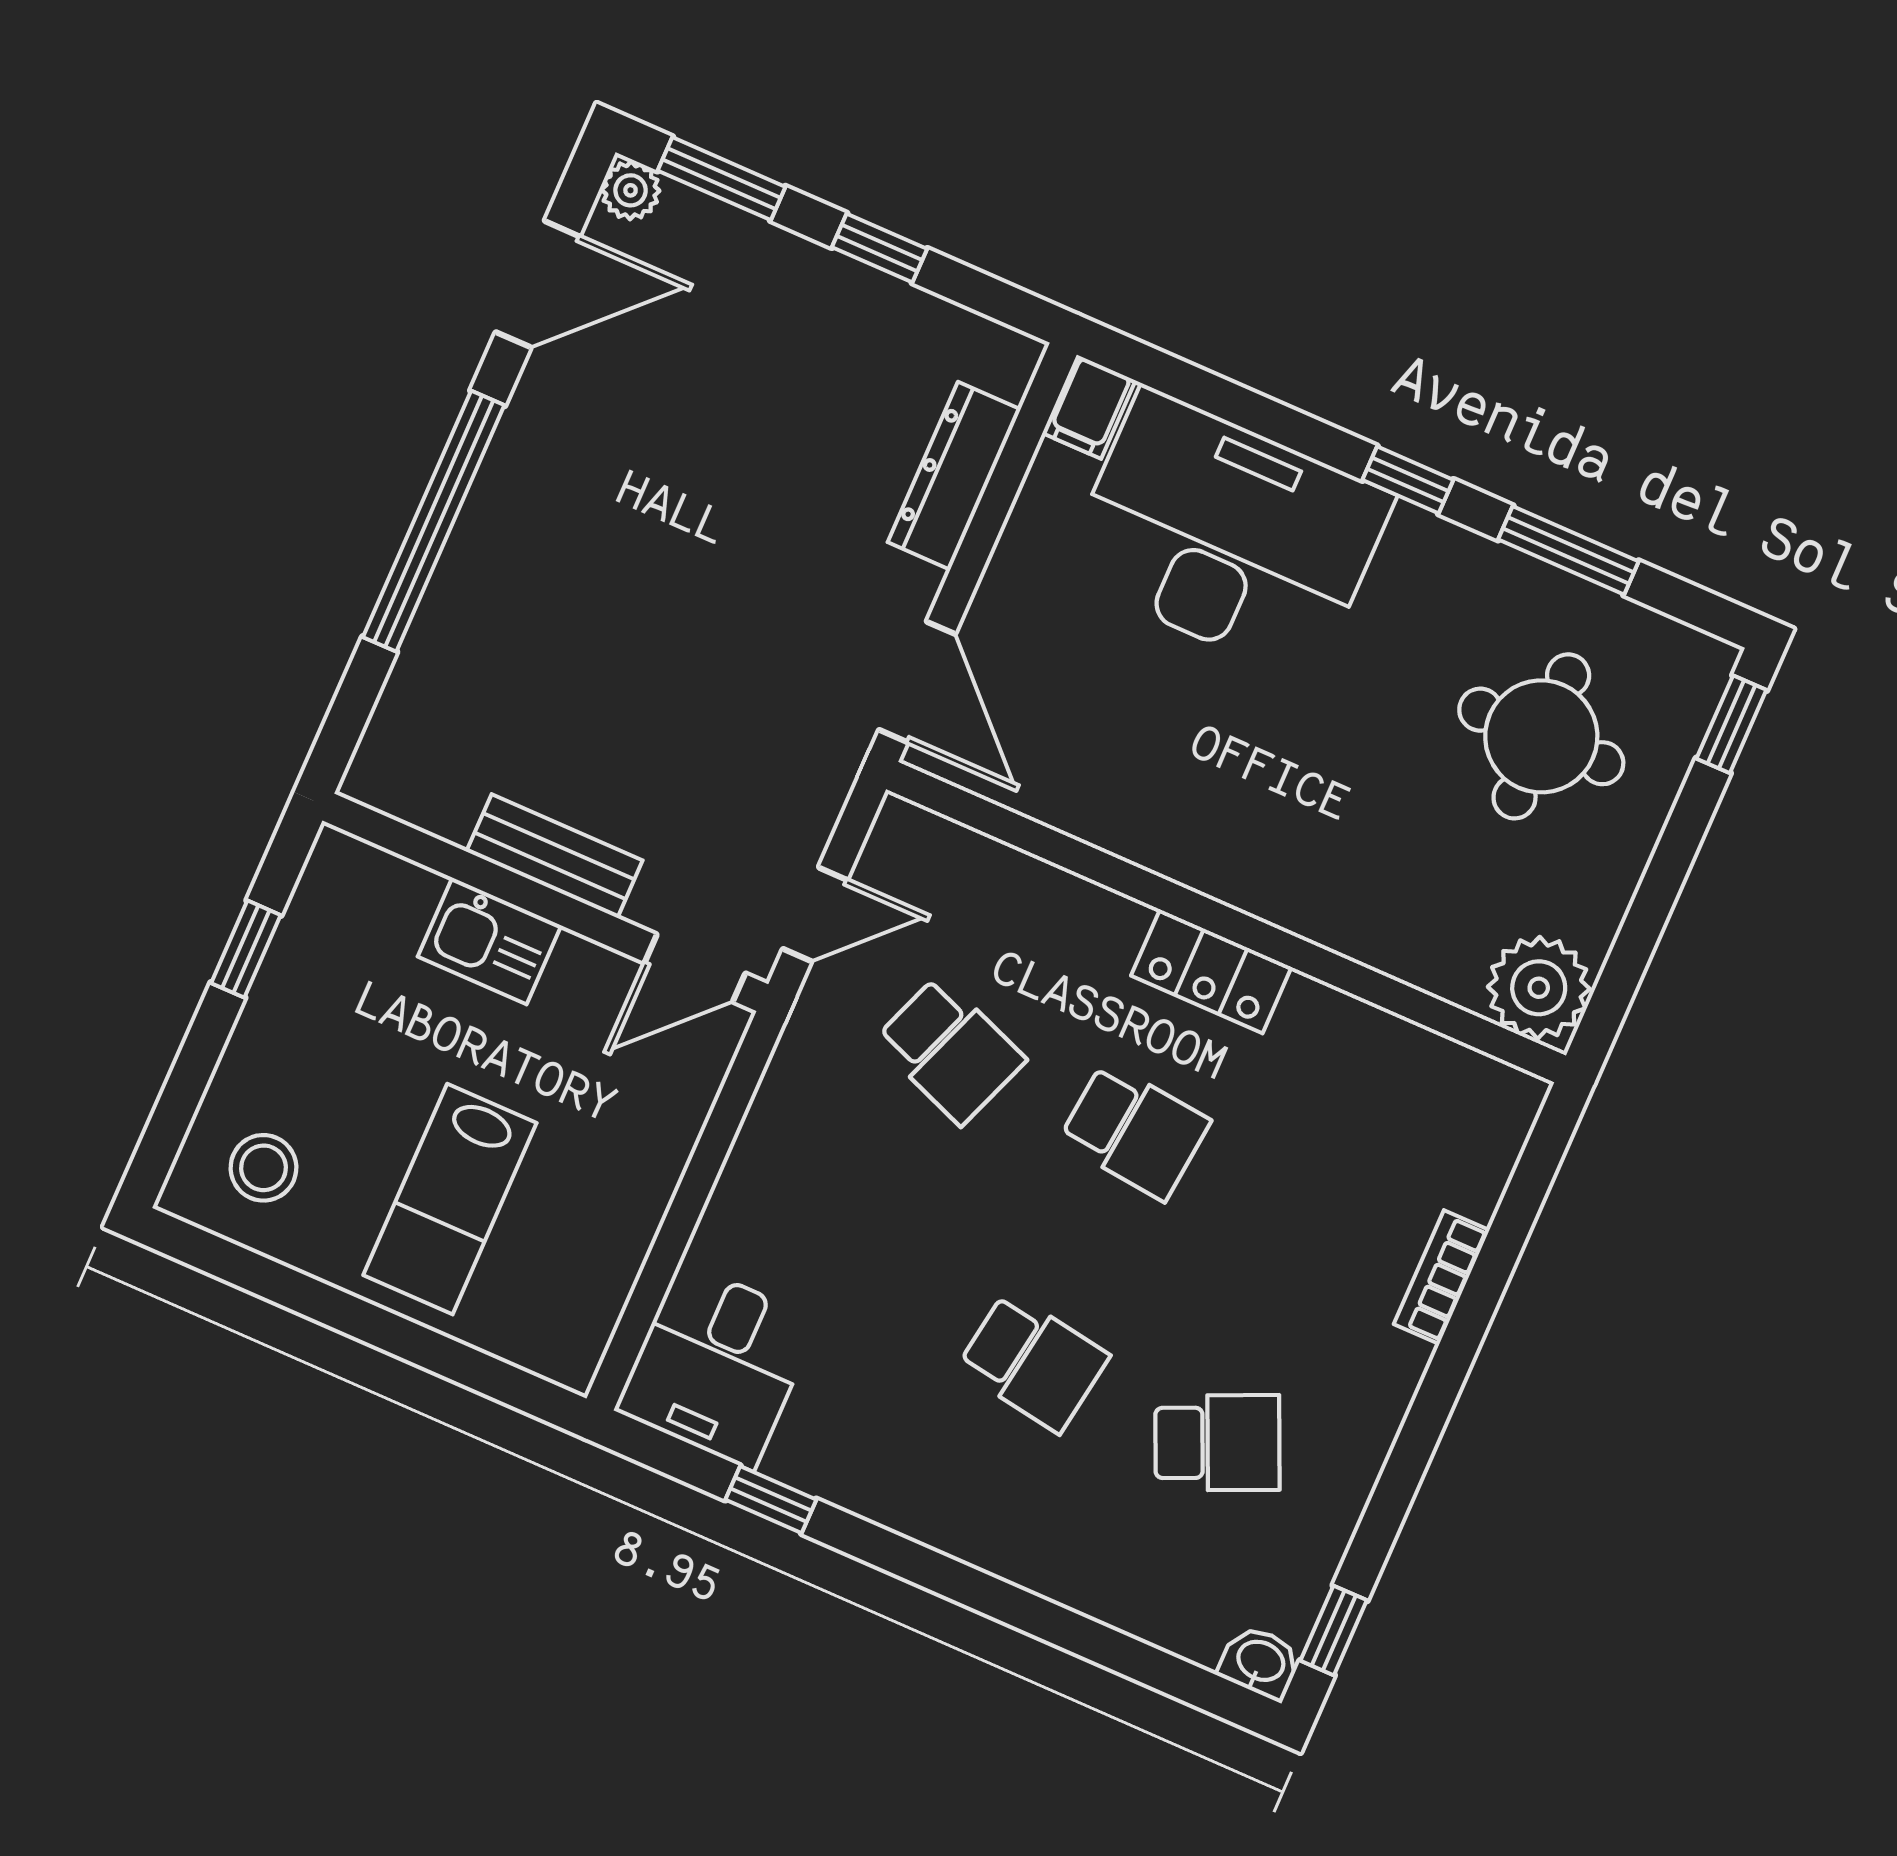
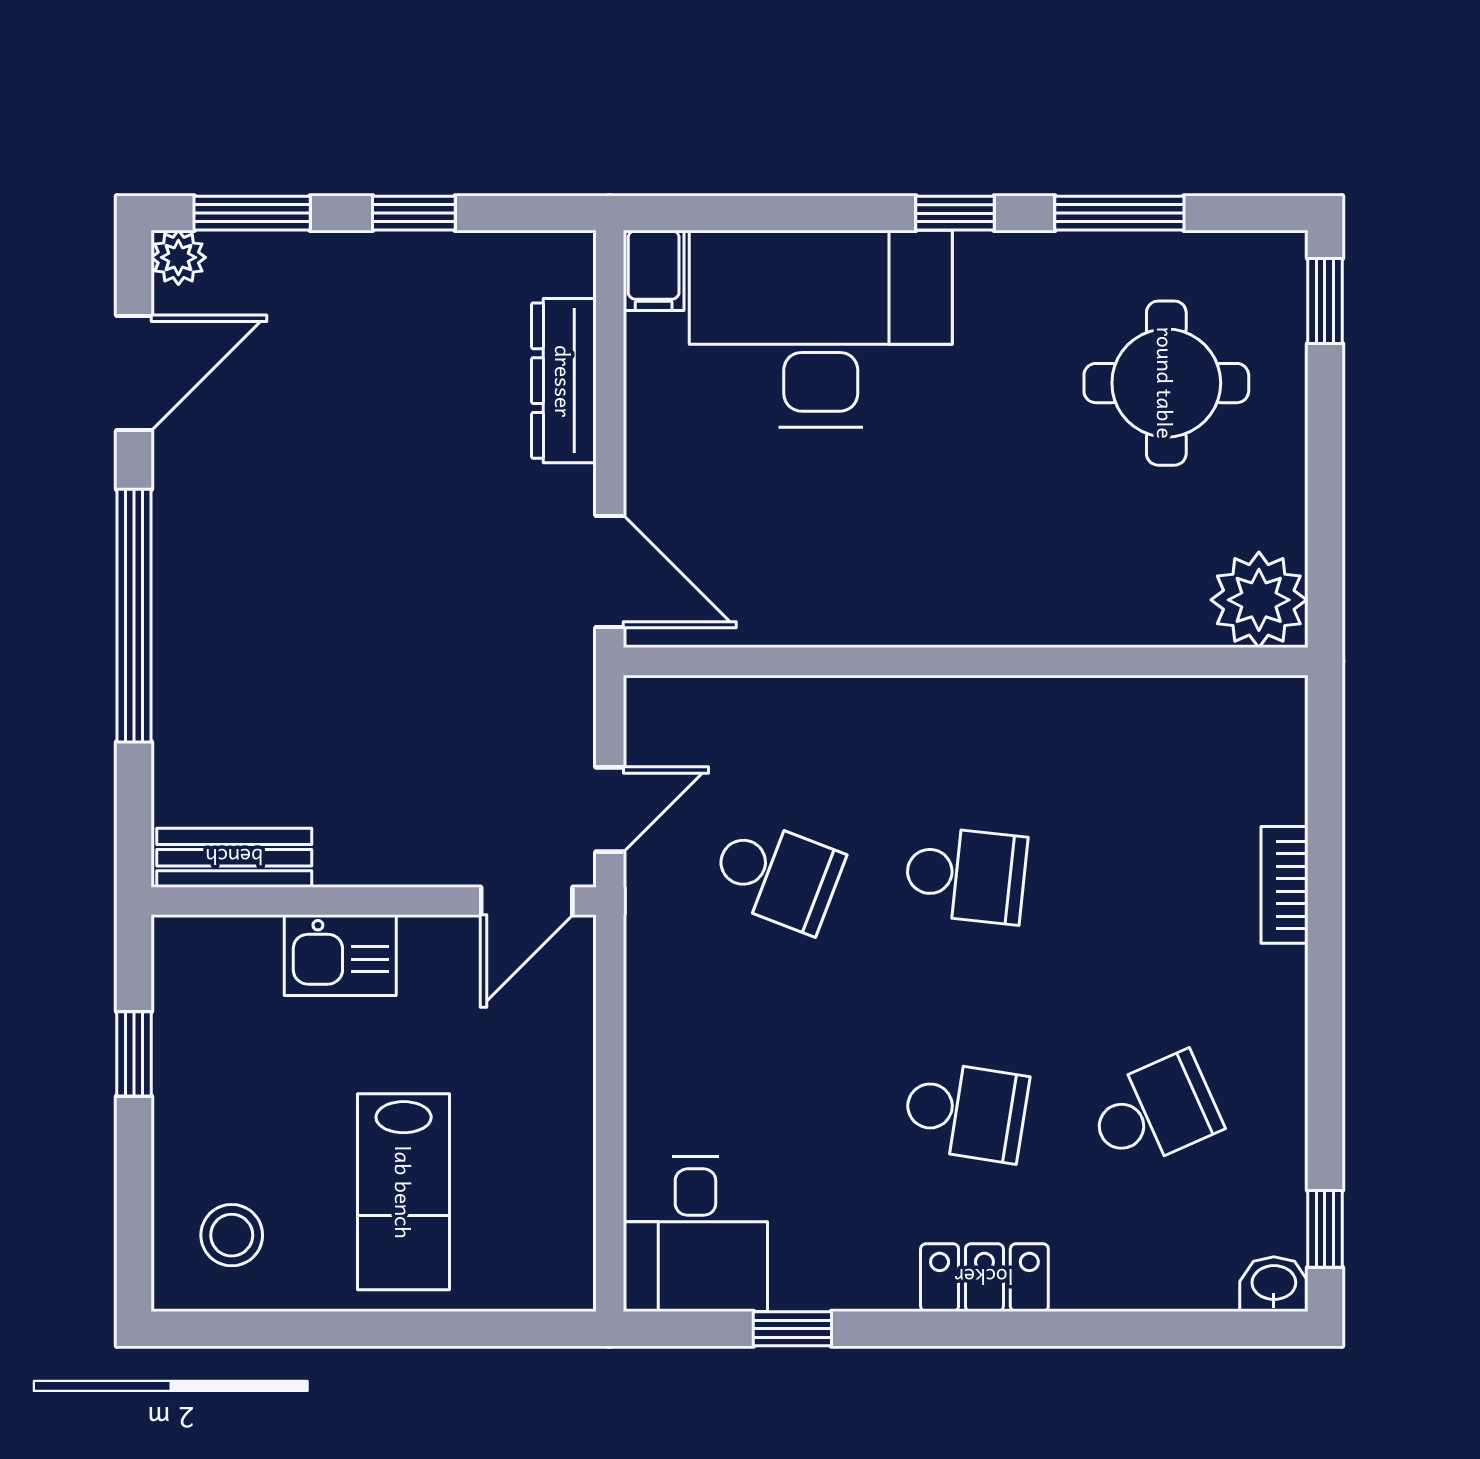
bench: (554, 856) -> (234, 858), moved
locker: (1211, 971) -> (984, 1278), moved, turned 180

